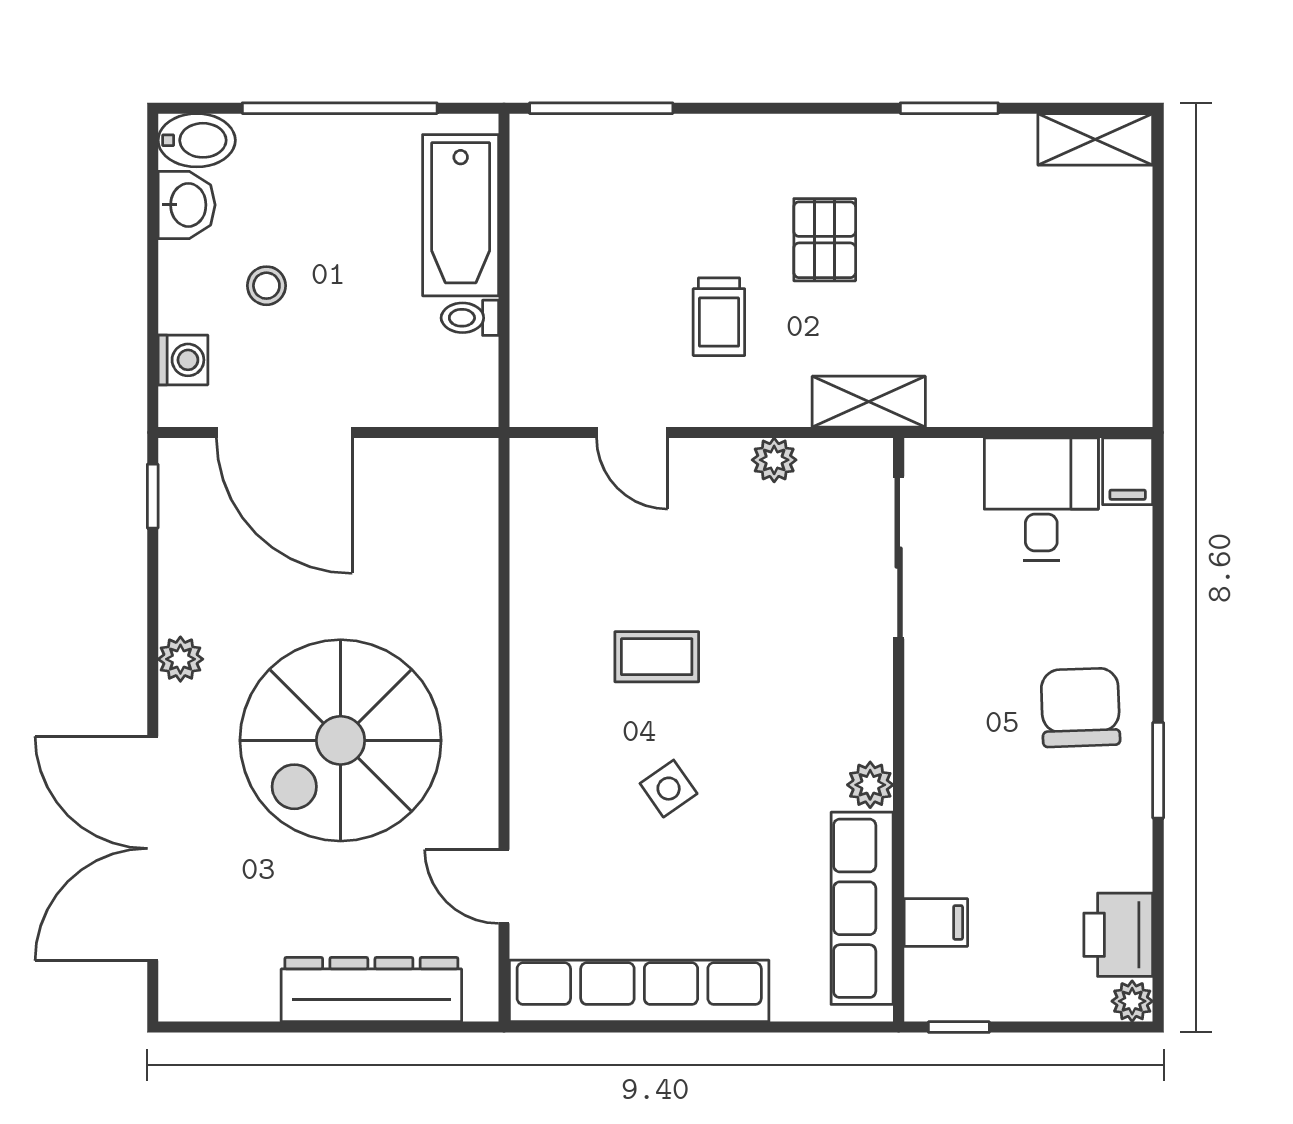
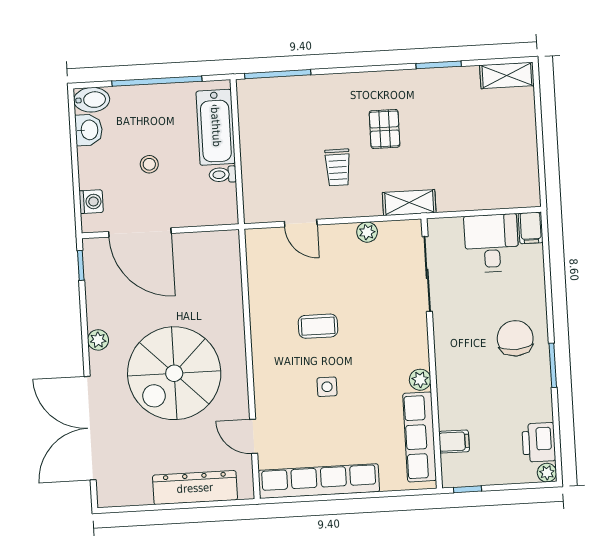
stool: (266, 286) -> (149, 164), moved
side table: (669, 789) -> (327, 387), turned 35

